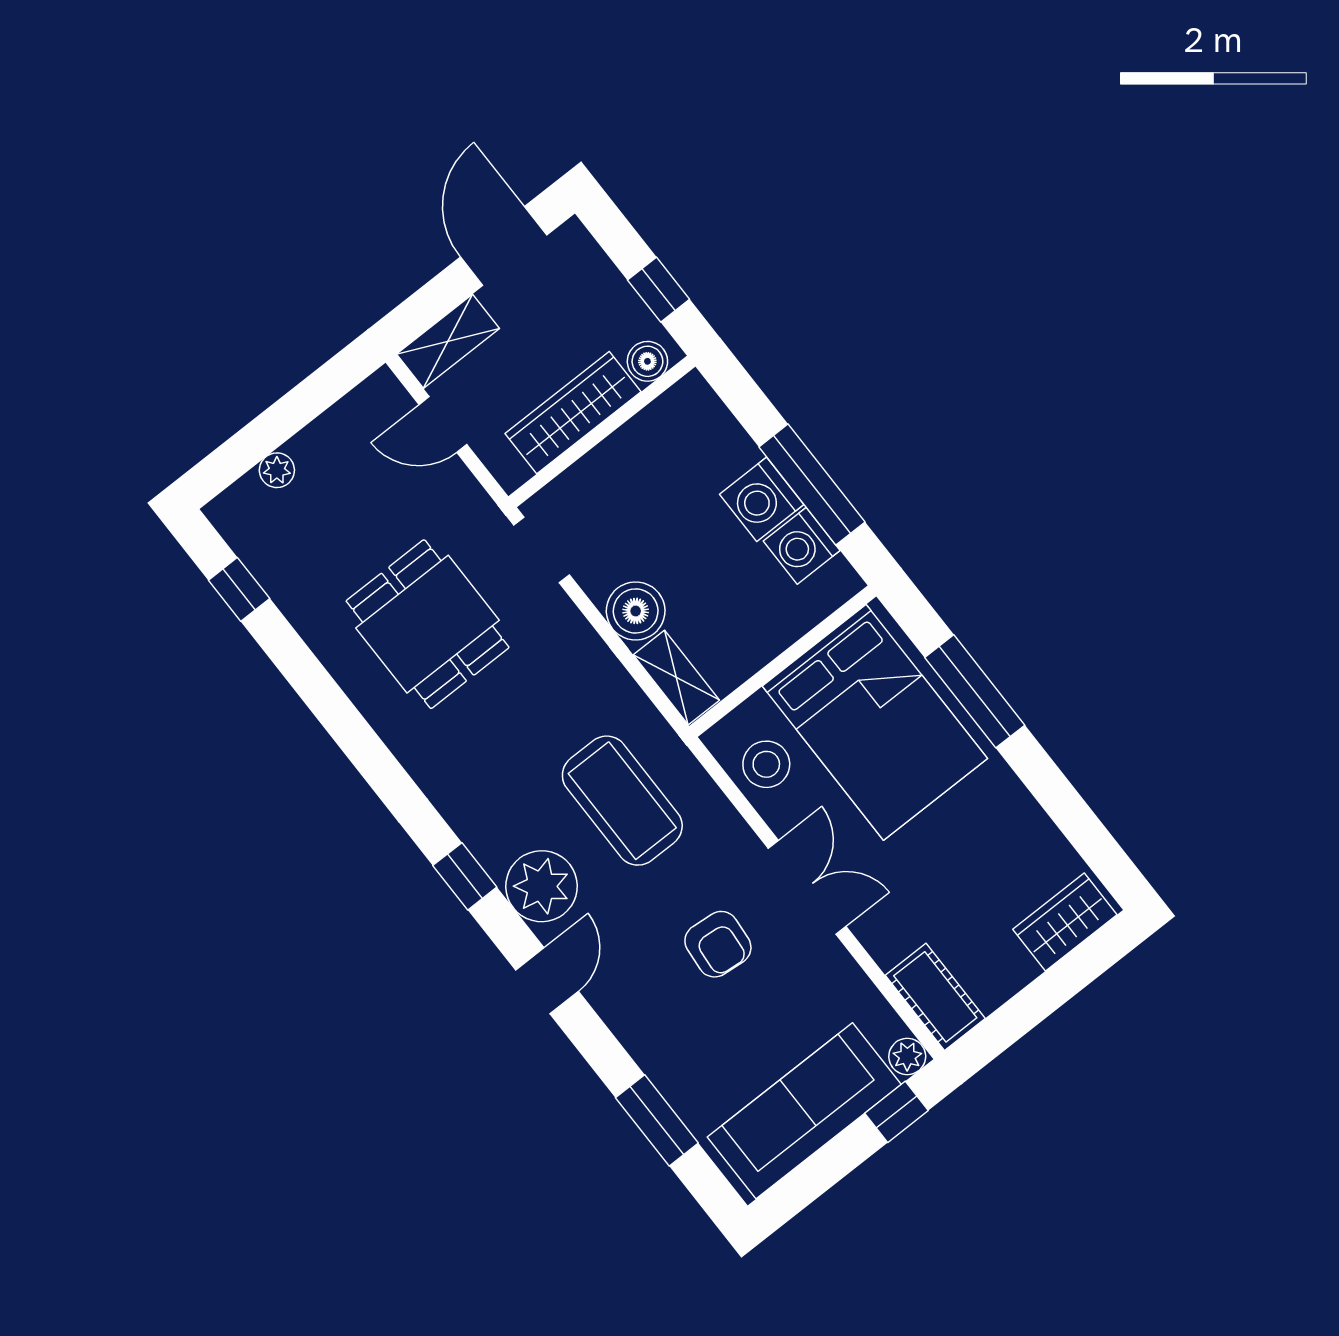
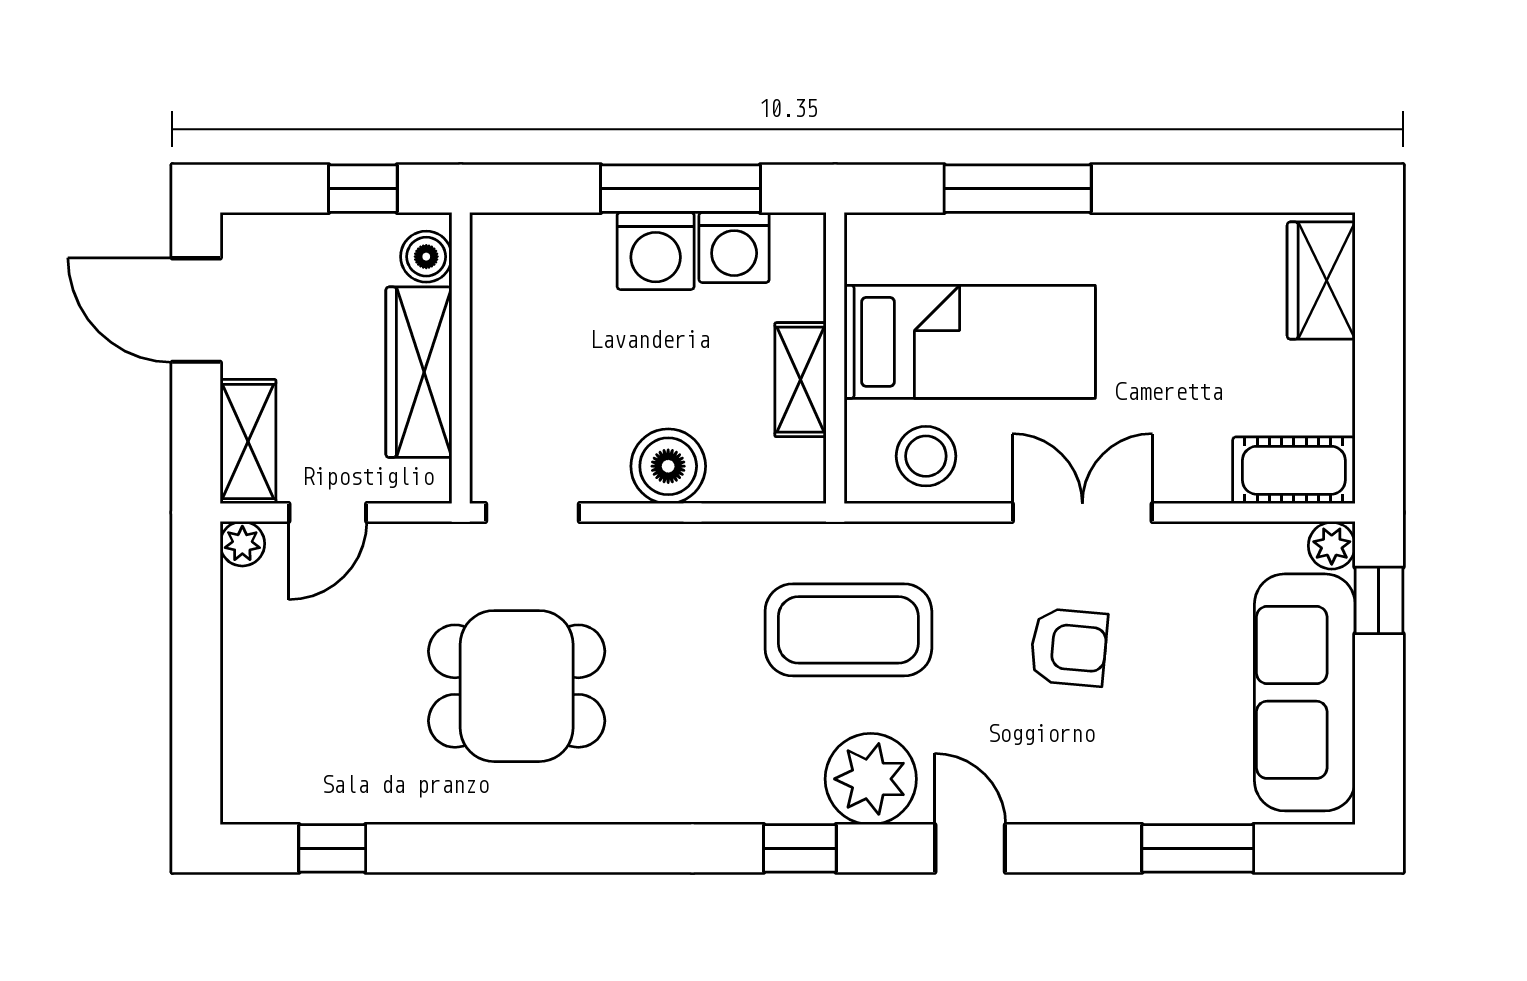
plant: (277, 470) -> (242, 544), moved
shelving: (676, 677) -> (801, 380), moved, turned 90
bed: (875, 722) -> (970, 342), width x0.67

